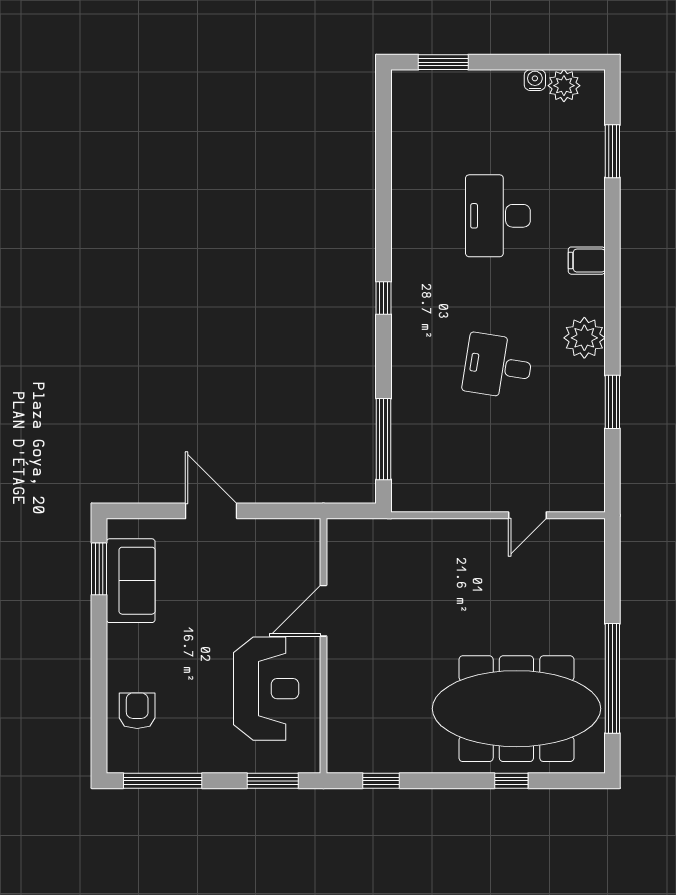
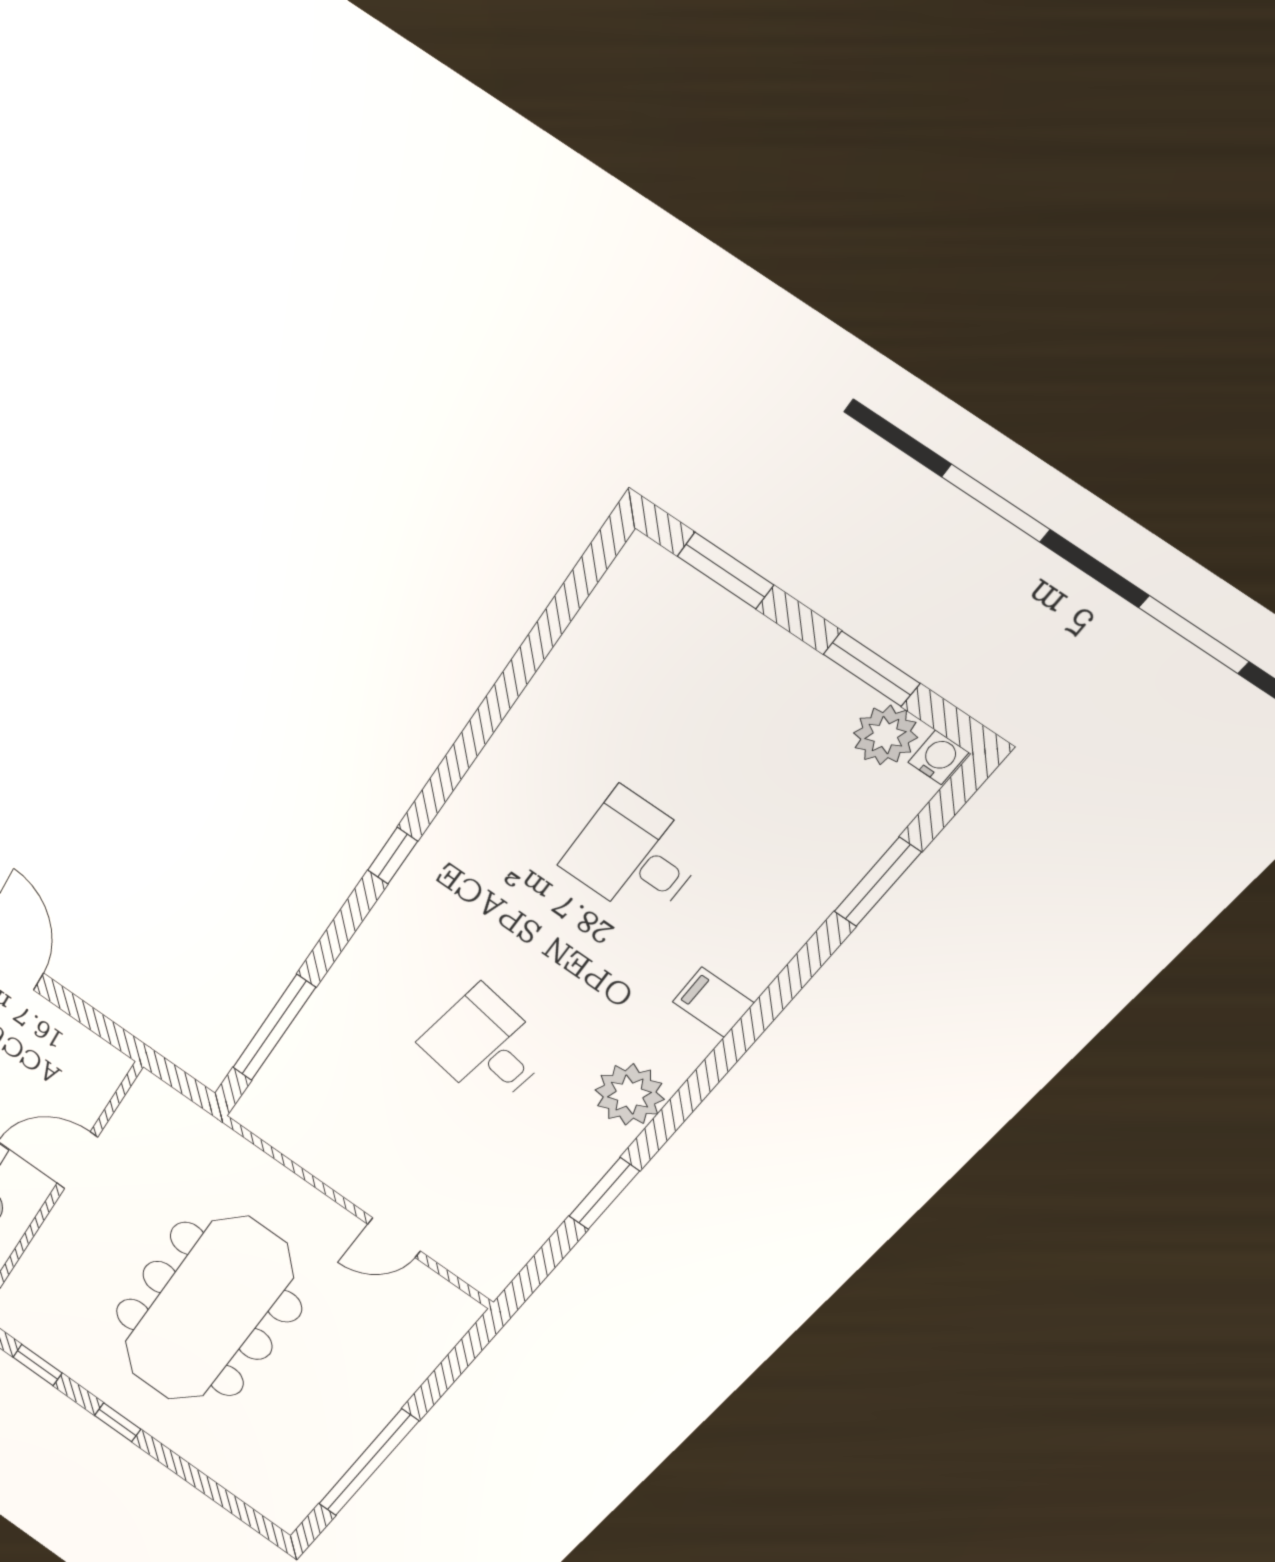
window: (536, 62) -> (871, 669), added
water cooler: (535, 80) -> (938, 757), moved
desk: (498, 216) -> (634, 856), width x0.73
meeting table: (516, 709) -> (207, 1310), moved, turned 90
window: (511, 781) -> (118, 1422), moved

